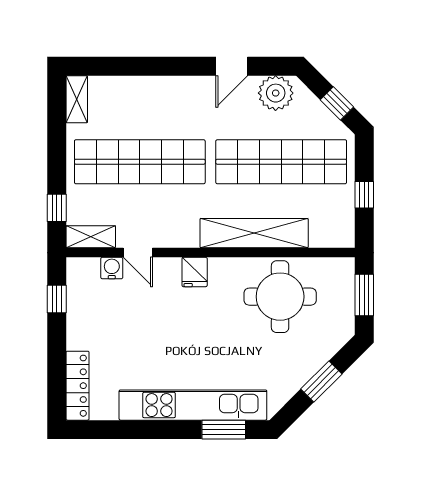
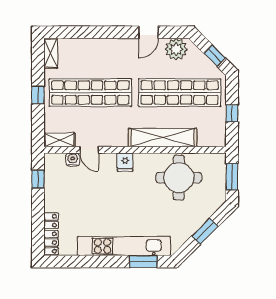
window: (57, 208) -> (38, 95), moved

